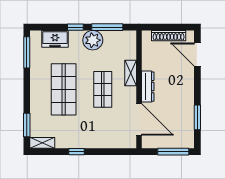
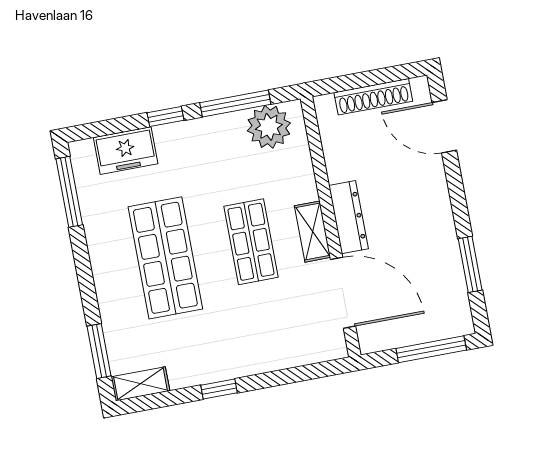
plant: (93, 40) -> (269, 127), moved
shelving: (131, 73) -> (312, 232), moved

